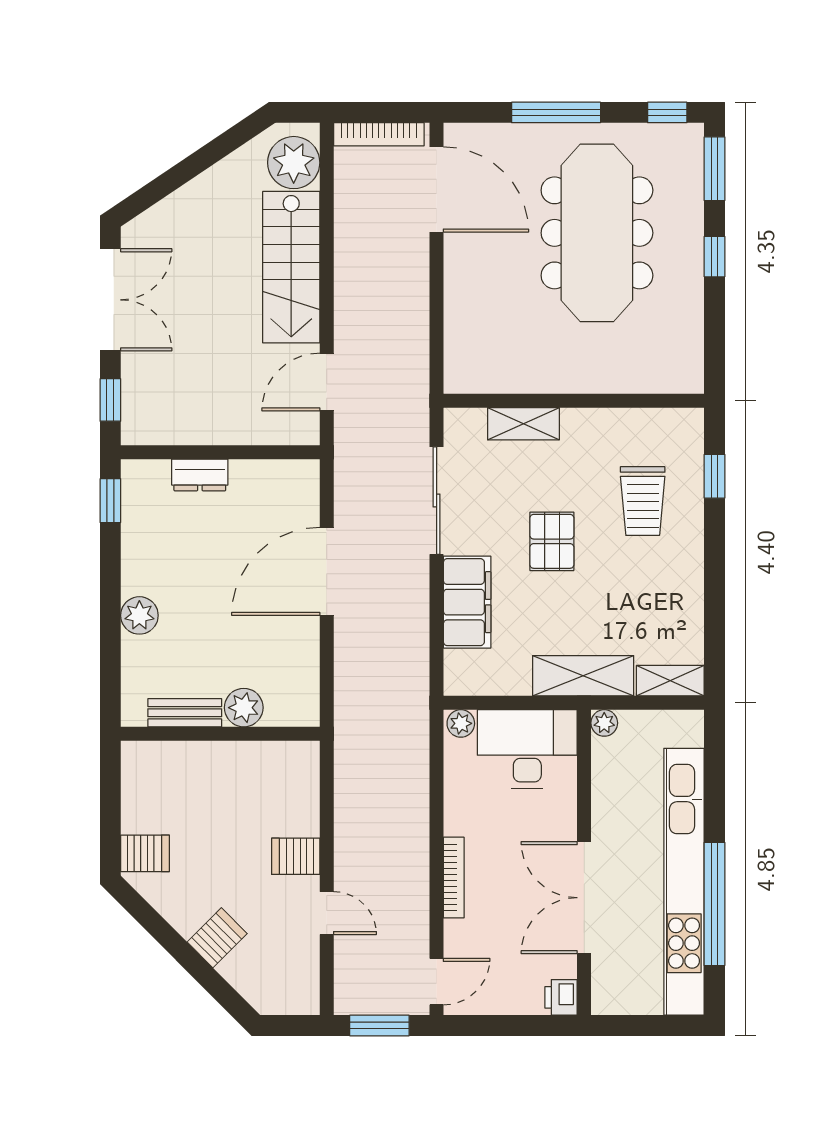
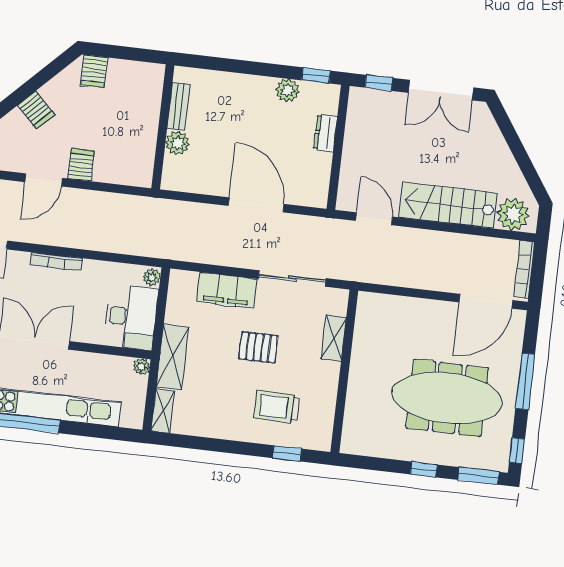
plant: (139, 615) -> (288, 90), moved
door: (327, 913) -> (43, 180), width x1.38

